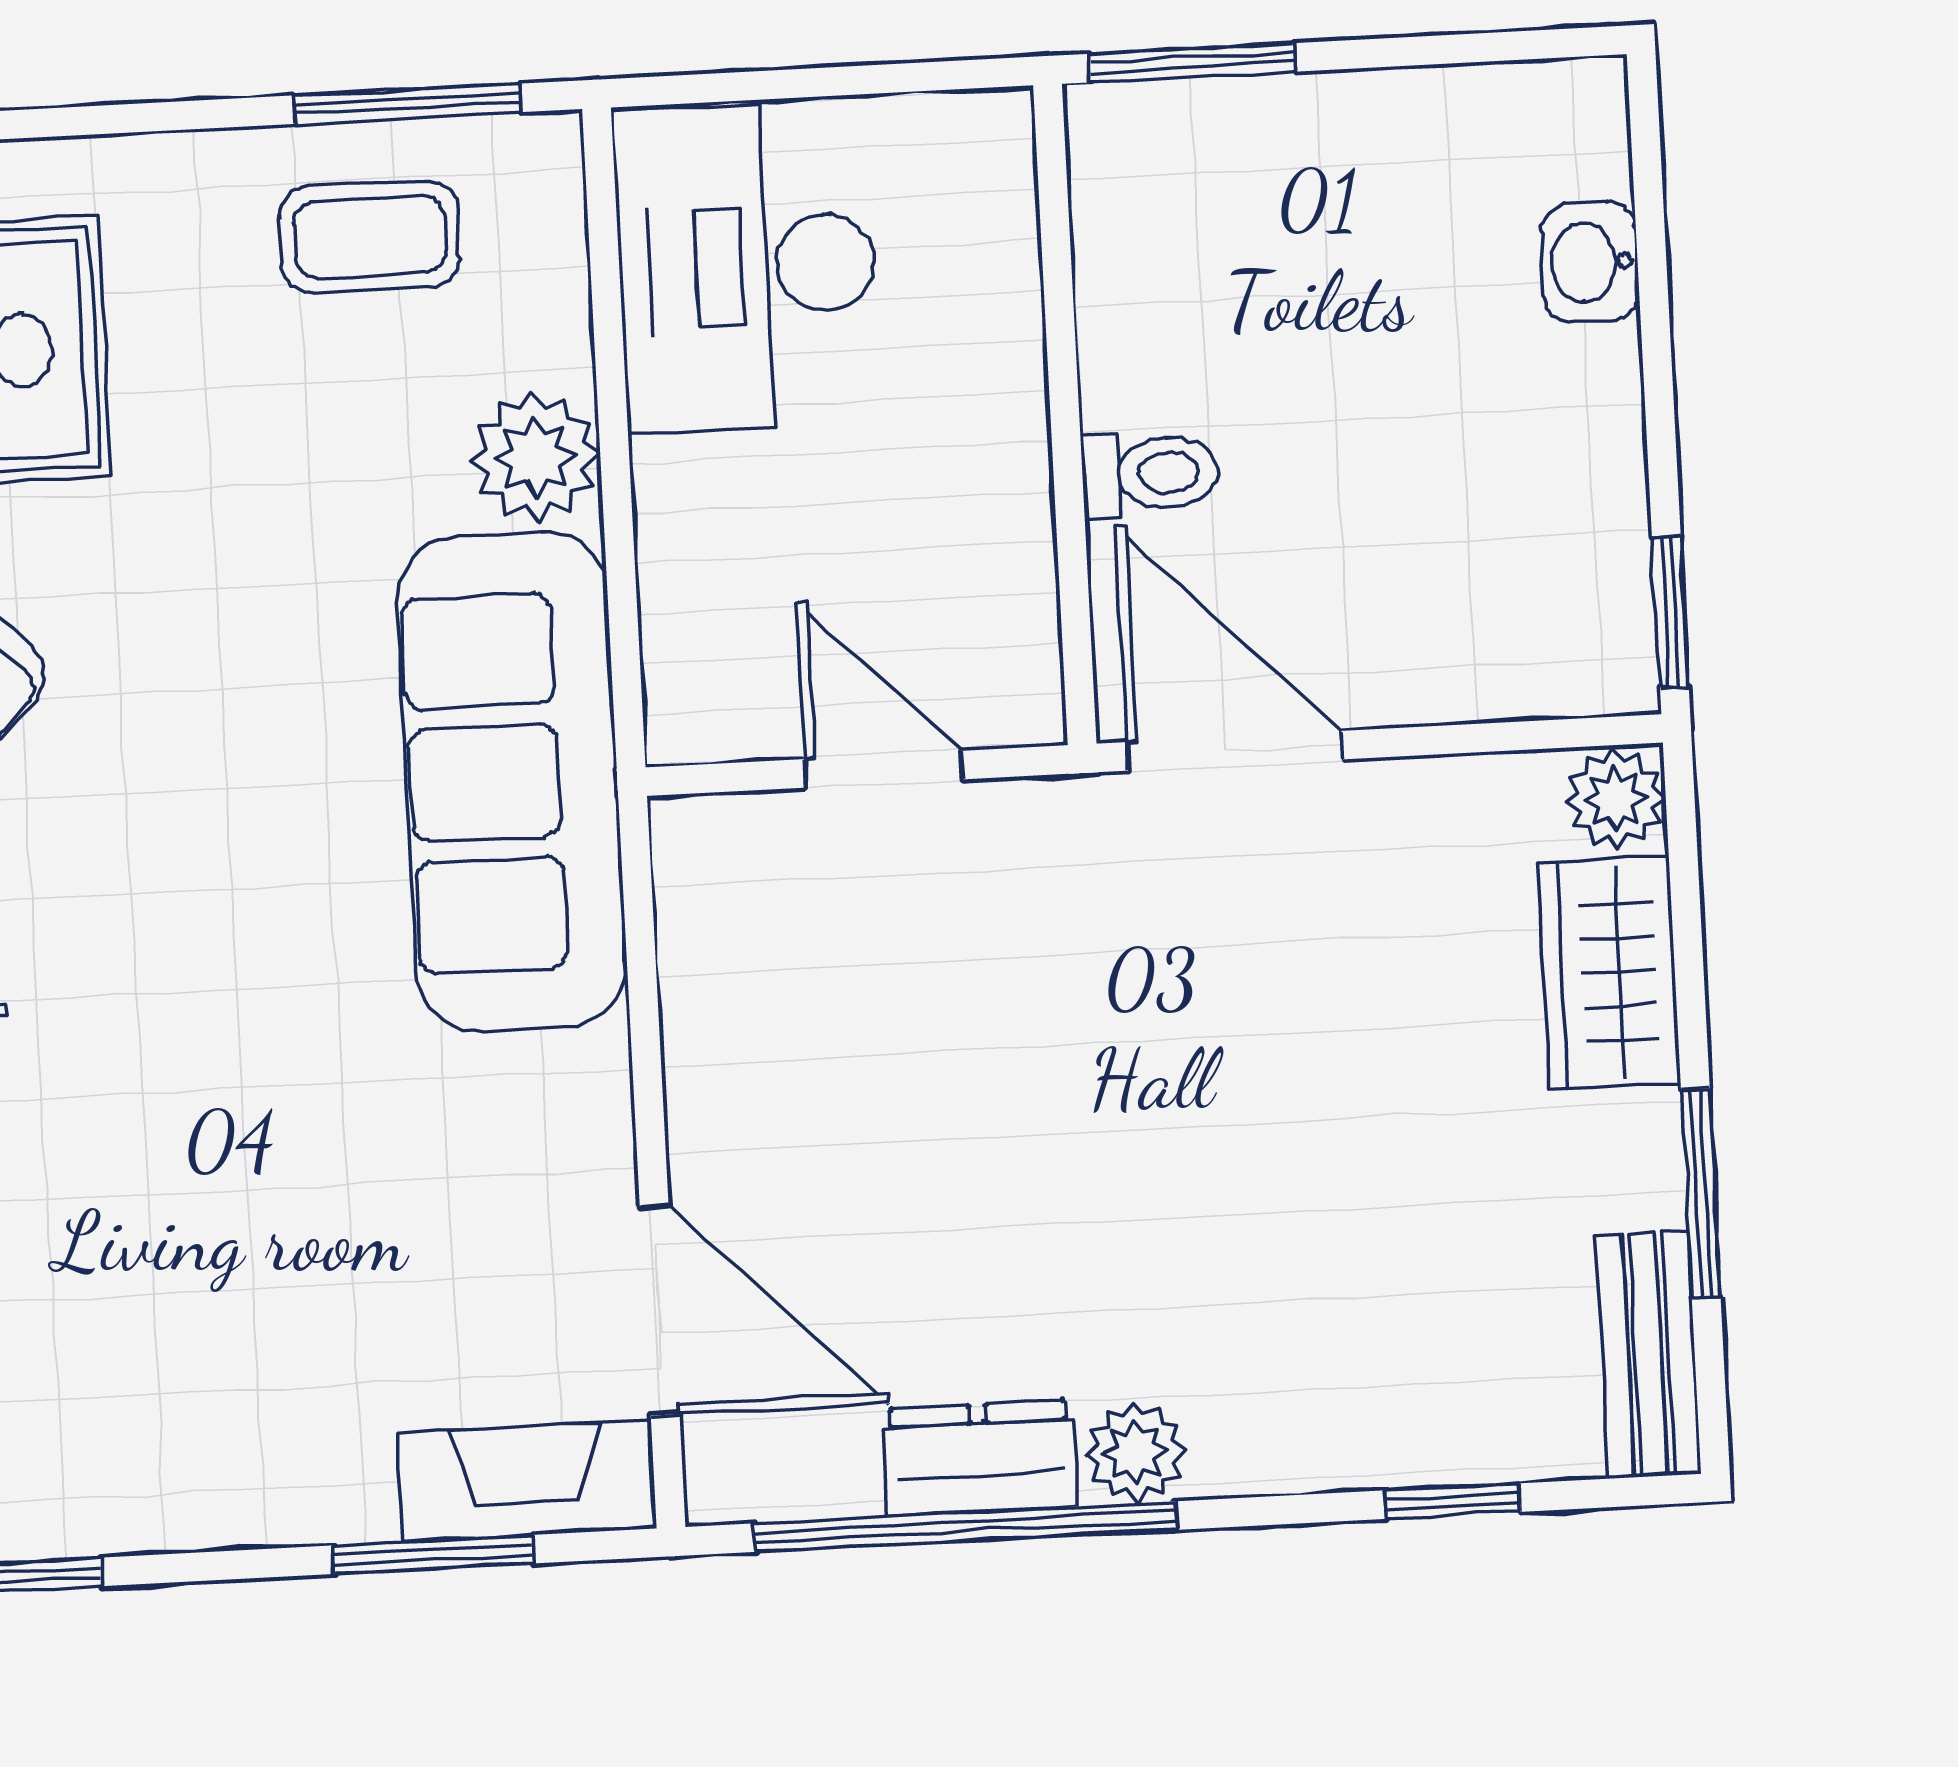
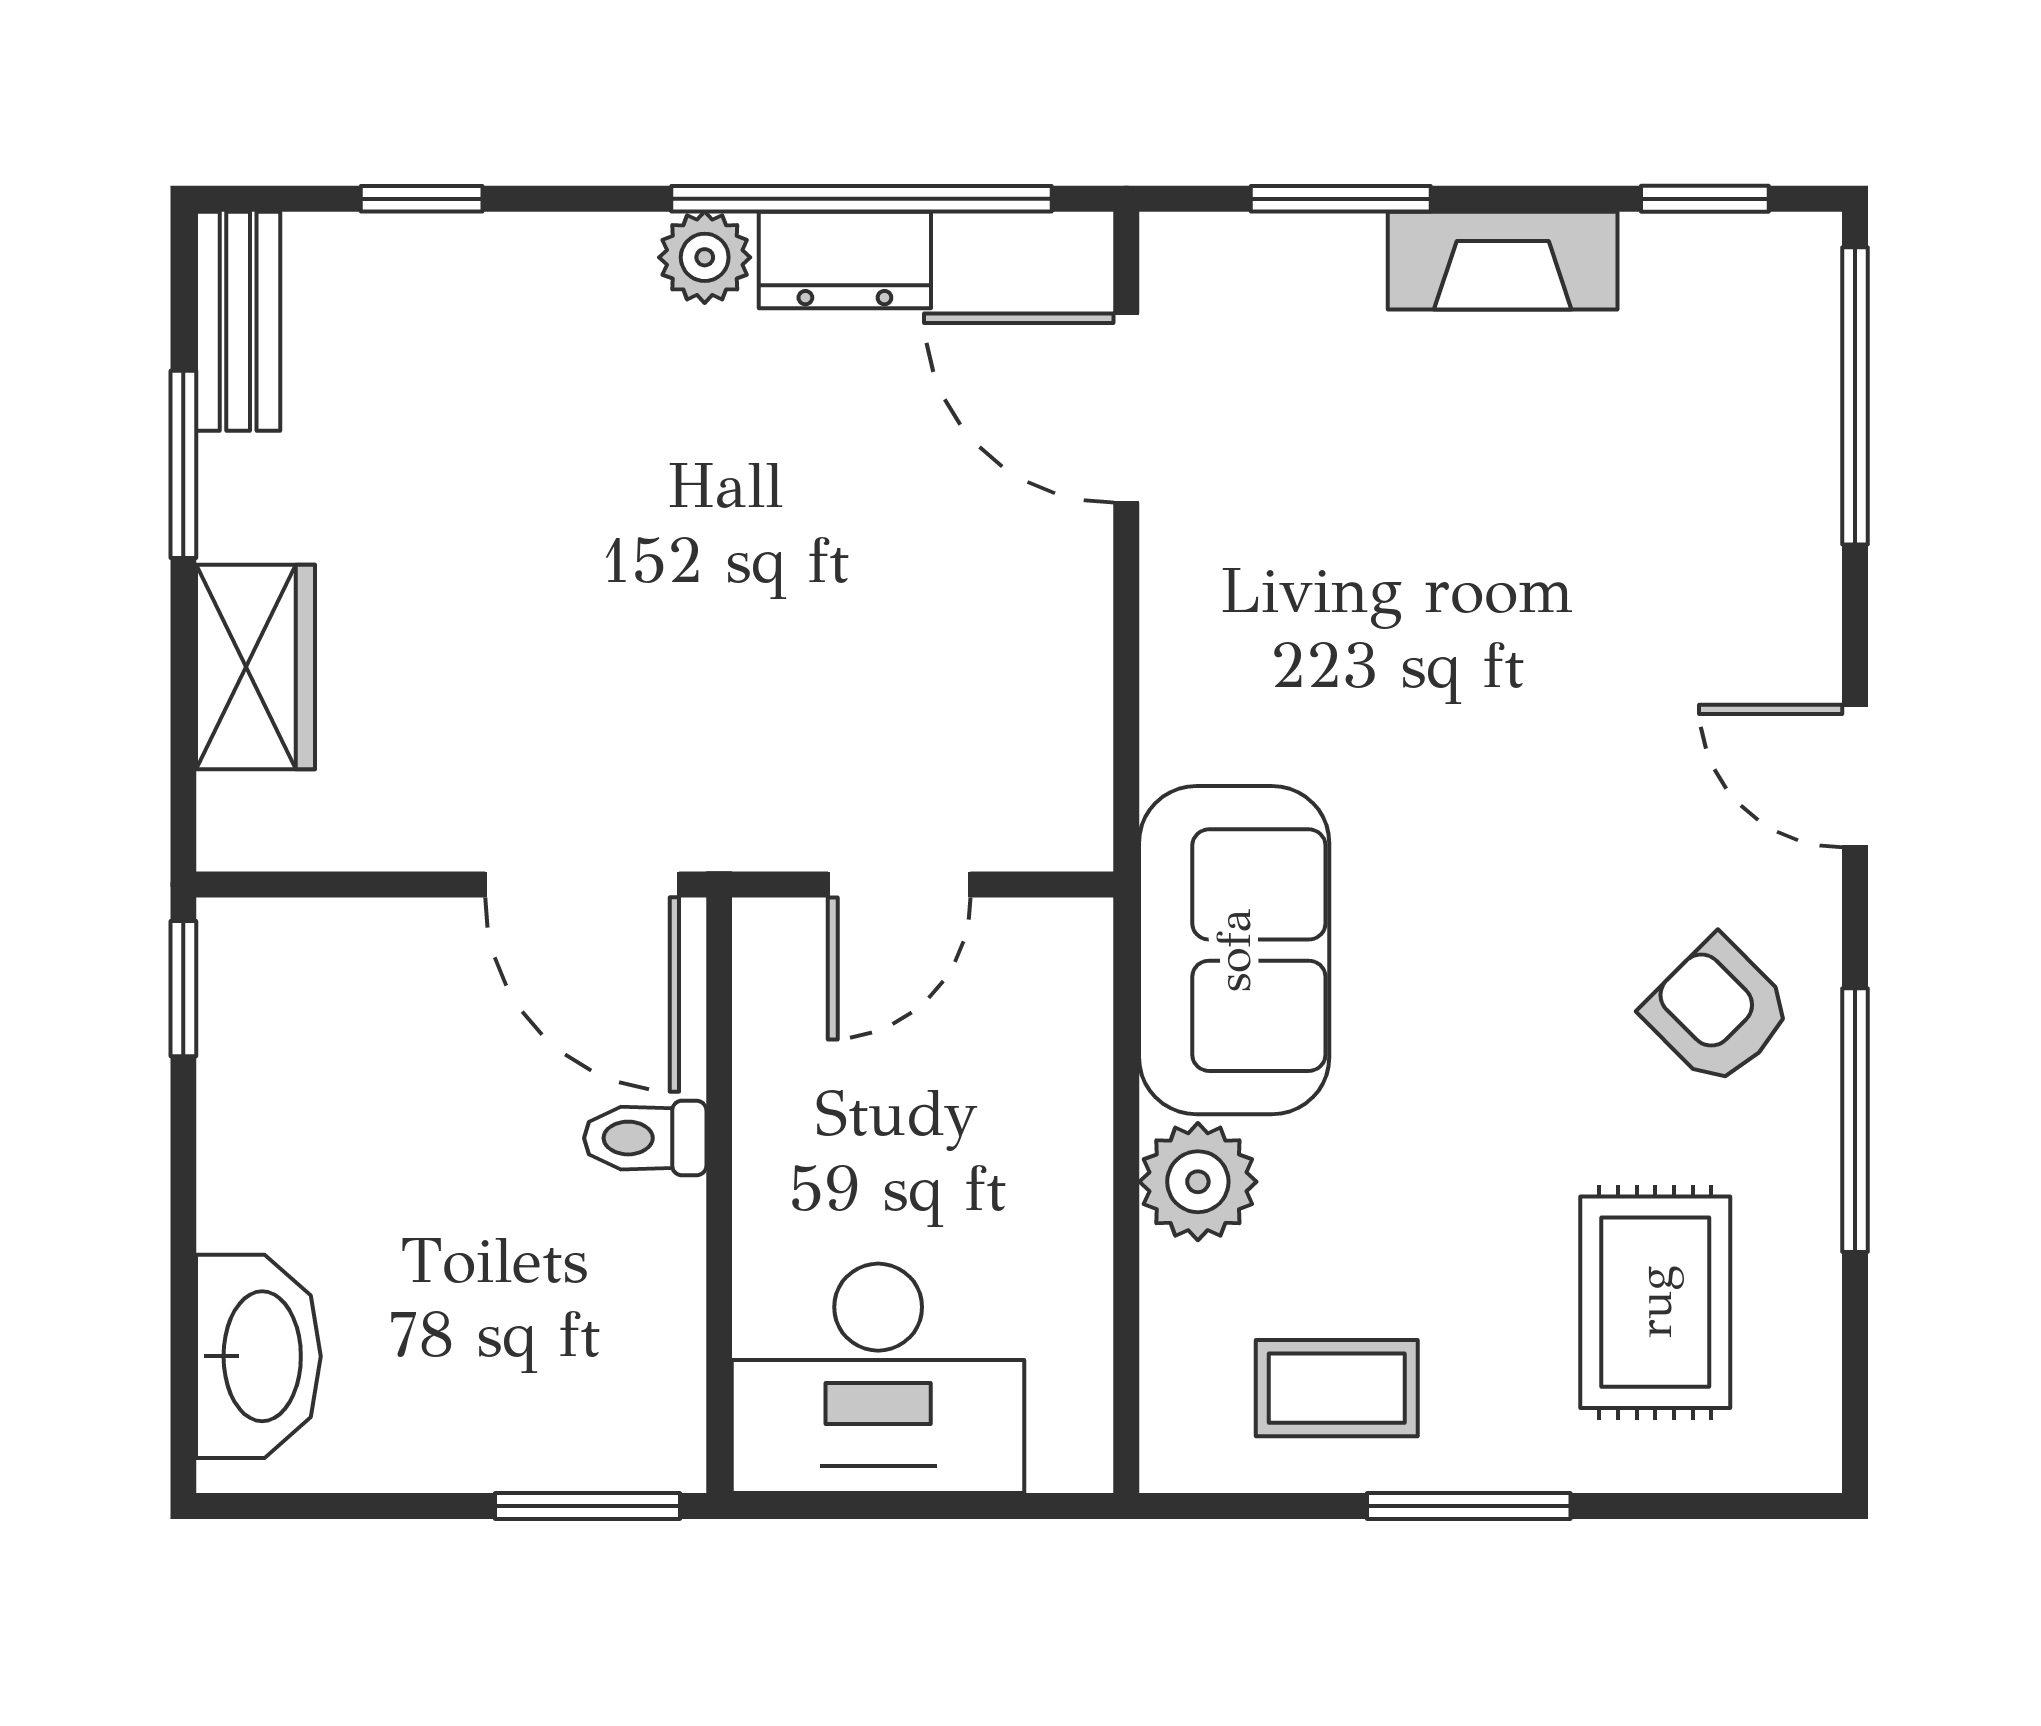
window: (407, 104) -> (1469, 1506), moved
washbasin: (1590, 262) -> (258, 1356), width x1.91, depth x1.45
desk: (747, 267) -> (878, 1378), moved, turned 90
door: (884, 769) -> (899, 884), hinge flipped
sofa: (512, 782) -> (1234, 950), width x0.73
plant: (1616, 799) -> (241, 823), removed
fireplace: (527, 1481) -> (1503, 261), moved

